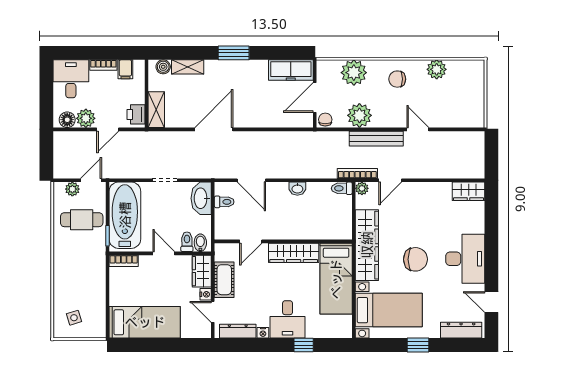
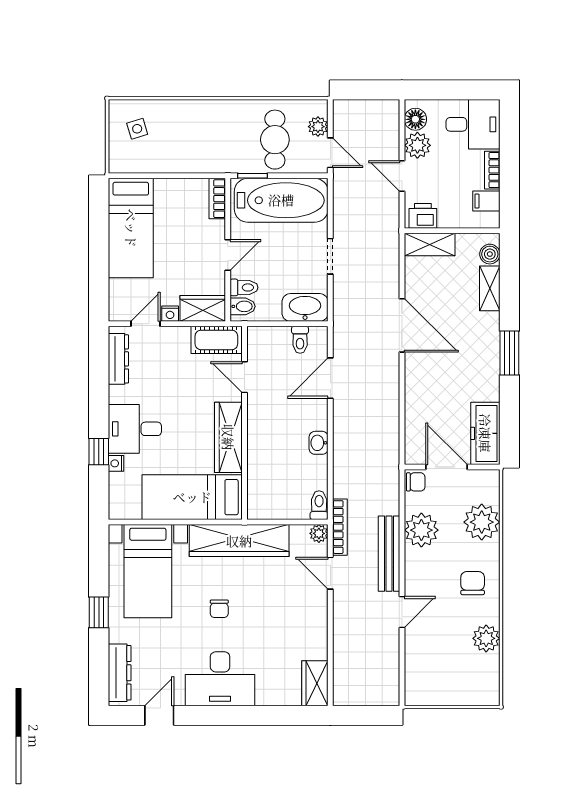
chair: (415, 259) -> (219, 609), width x0.54, depth x0.54
cot: (224, 280) -> (216, 340), moved
nightstand: (263, 333) -> (116, 463), moved

